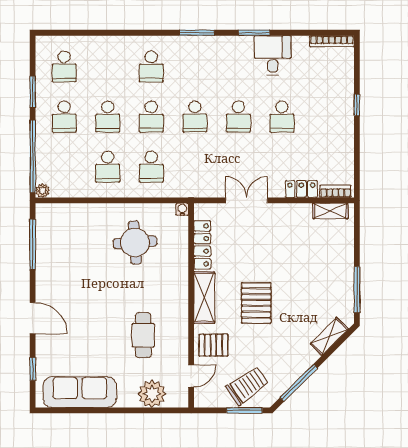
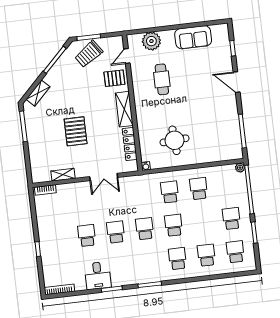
school desk: (108, 117) -> (206, 255), moved
locker: (301, 189) -> (68, 189), removed
shelving: (330, 211) -> (63, 175), moved
pallet: (256, 303) -> (76, 131), moved
sofa: (80, 392) -> (193, 37), width x0.73

